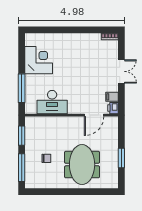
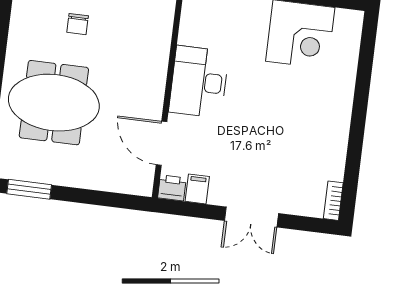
desk: (52, 102) -> (199, 82), moved
window: (121, 158) -> (29, 189), moved

